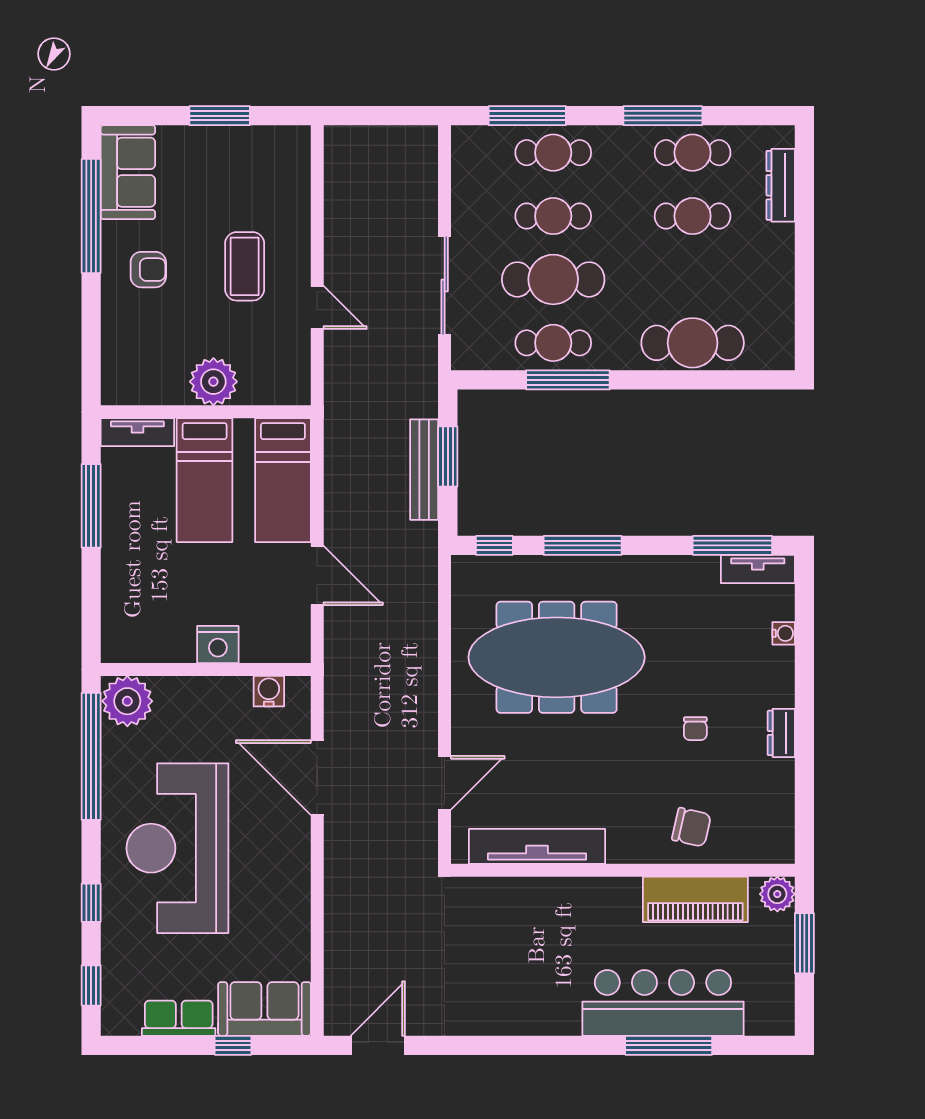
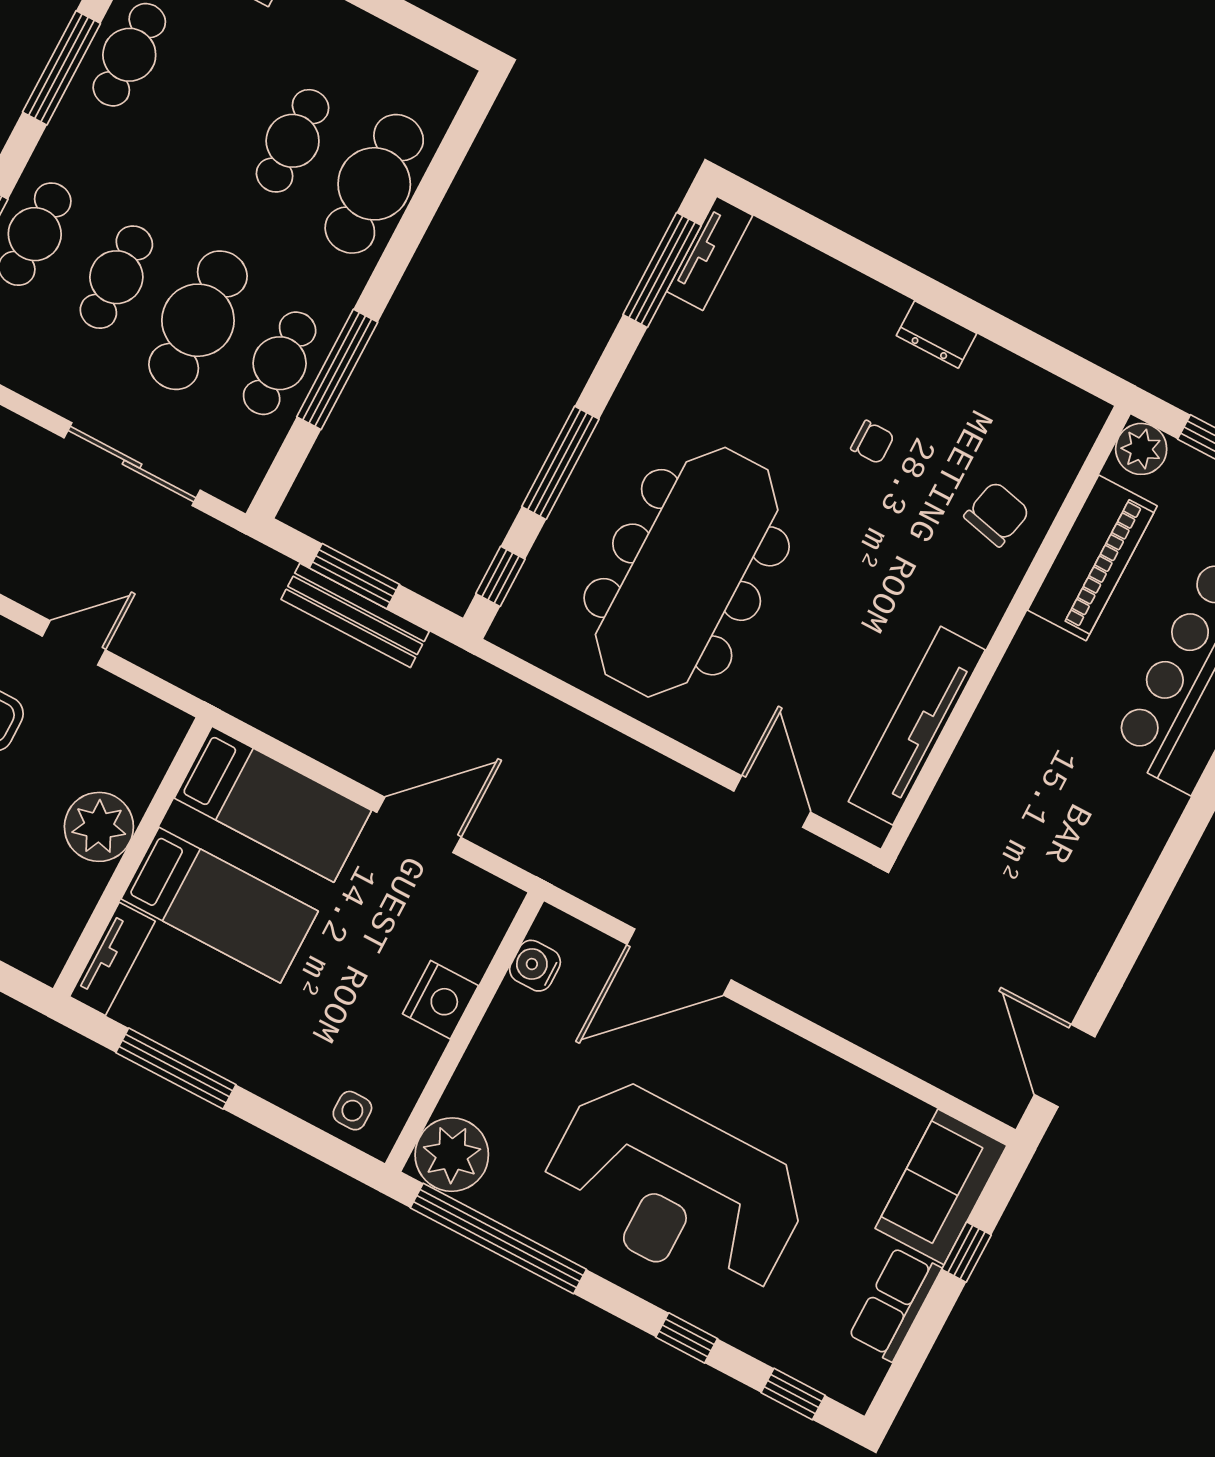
cafe table: (693, 216) -> (293, 141), moved
side table: (122, 627) -> (352, 1111), added
water cooler: (784, 633) -> (810, 264), removed

